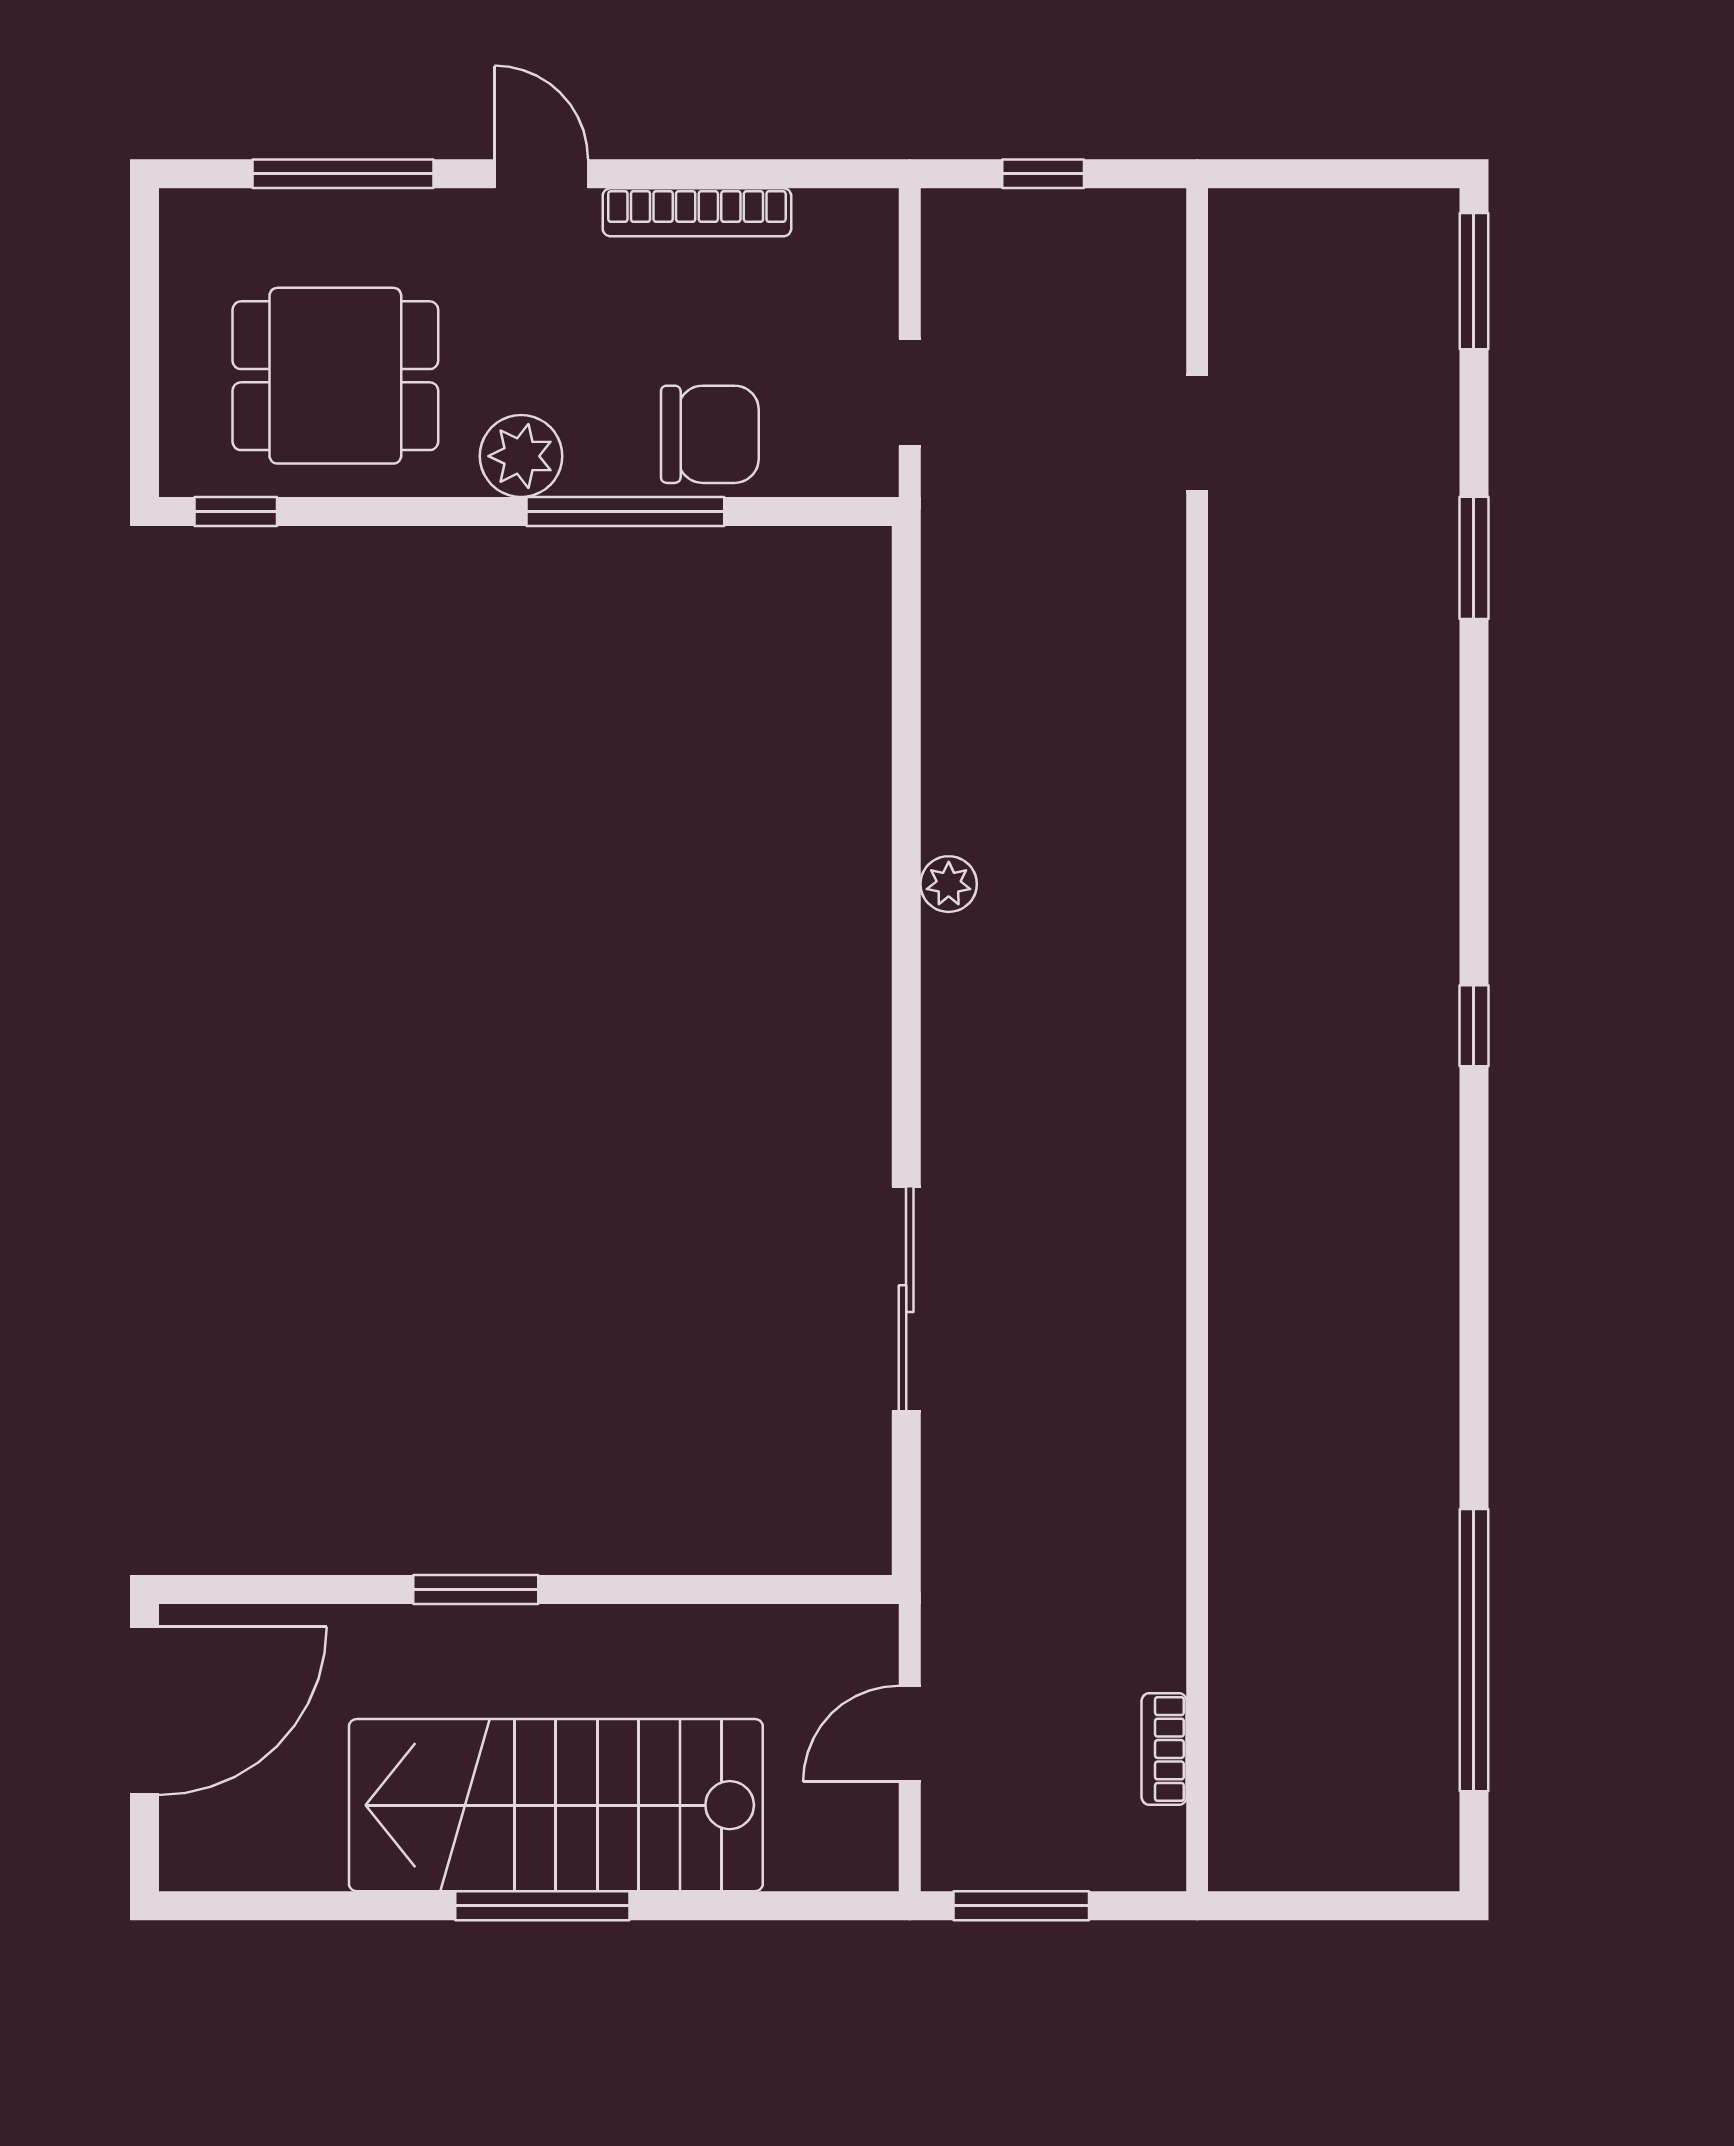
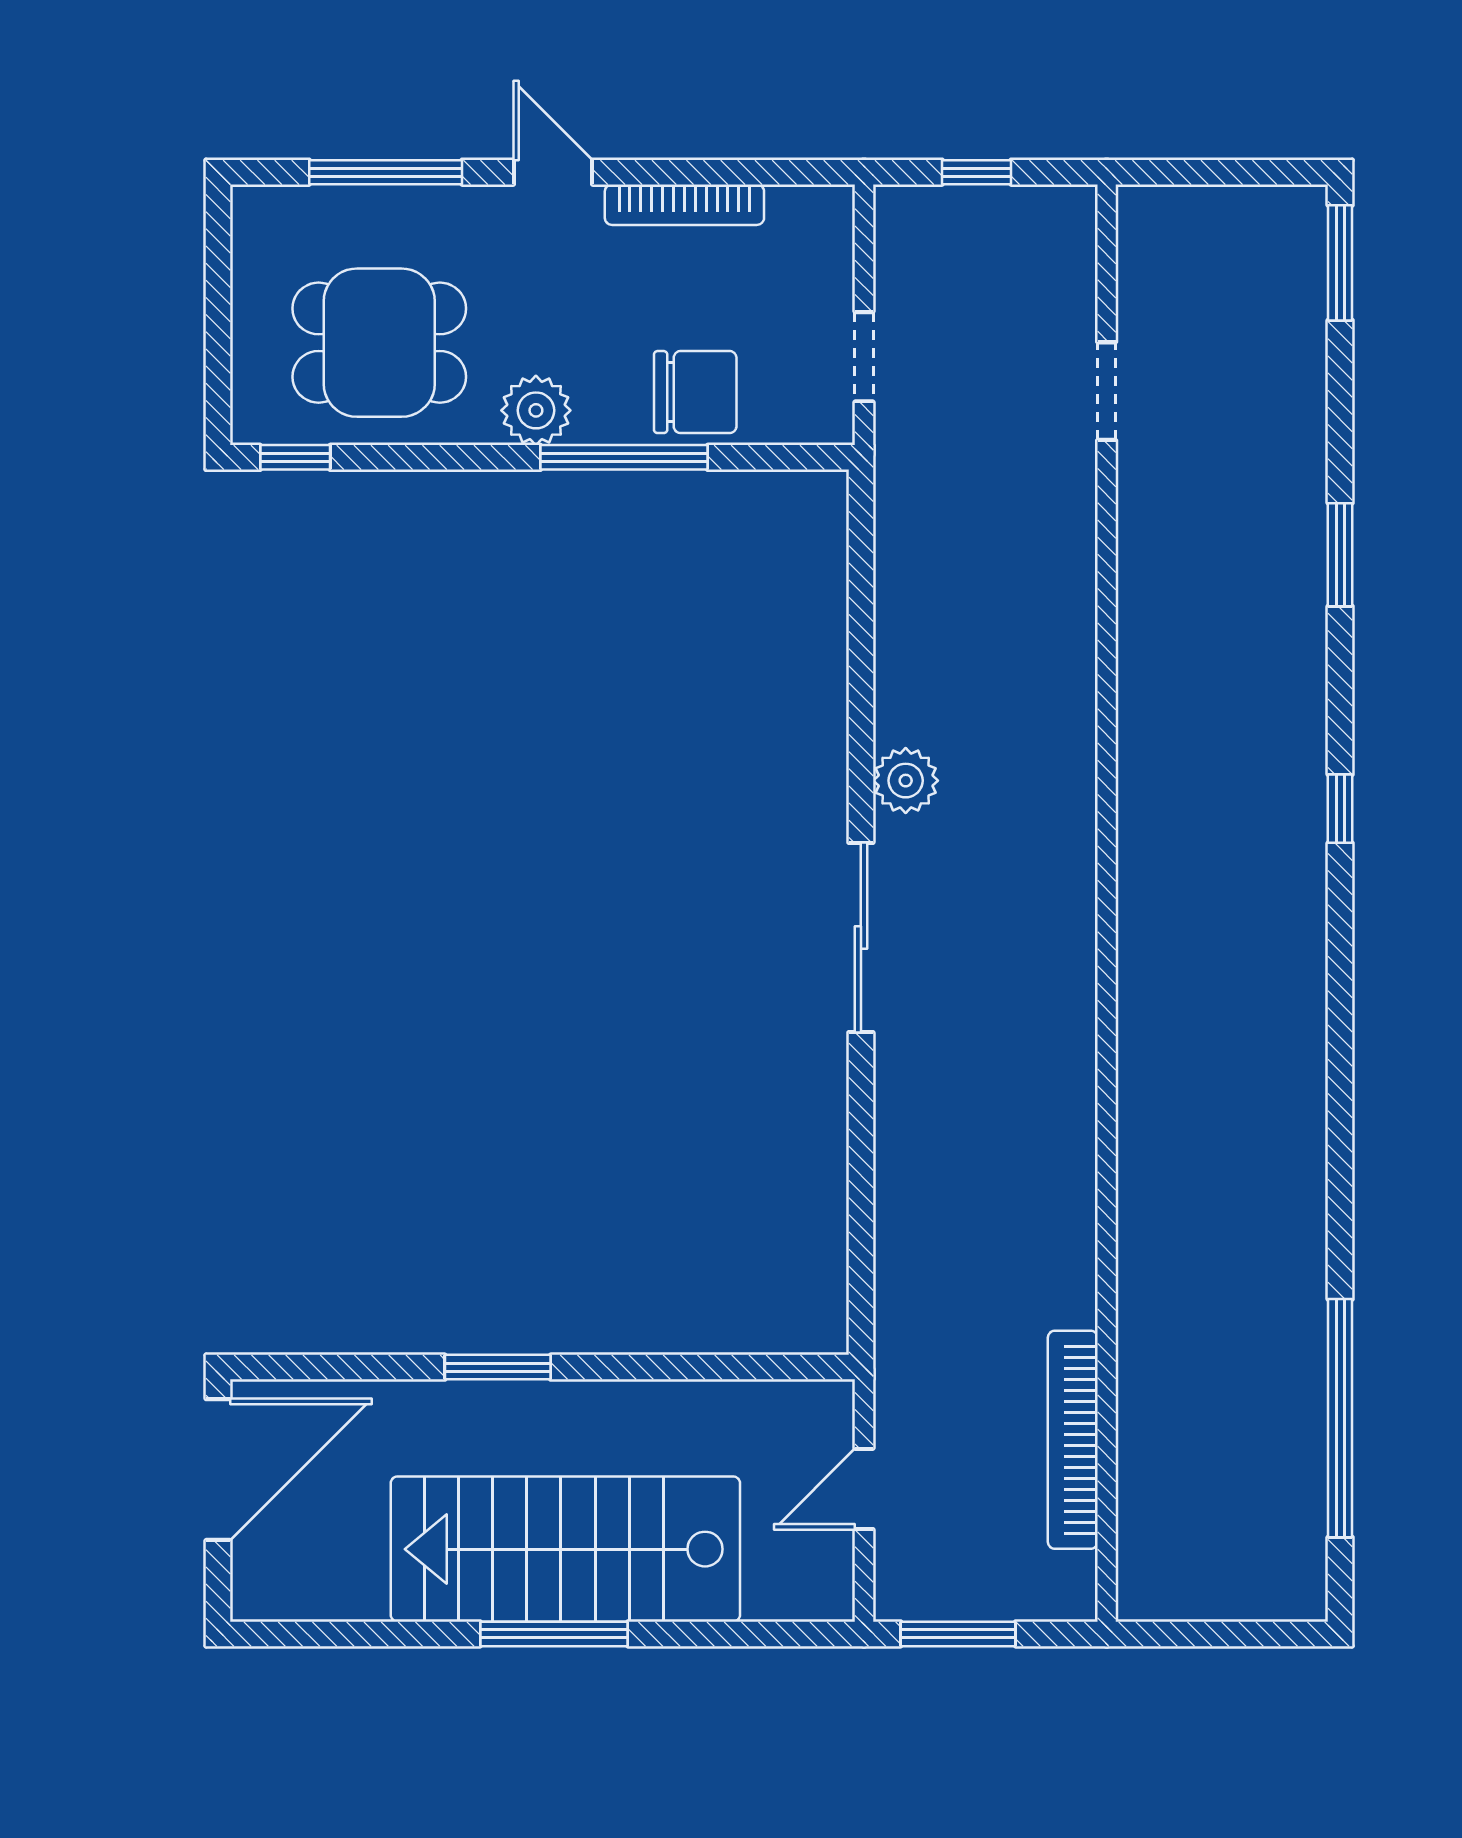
window: (1474, 558) -> (1340, 555), moved
plant: (949, 884) -> (906, 781), width x1.38, depth x1.38
window: (1474, 1026) -> (1340, 809), moved
sliding door: (906, 1299) -> (861, 937), moved
bookcase: (1164, 1749) -> (1073, 1440), width x2.31, depth x1.31

